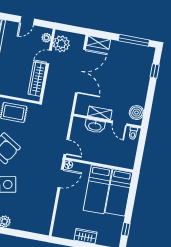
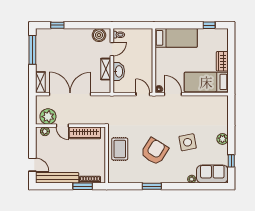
door: (27, 21) -> (32, 165), moved
door: (66, 147) -> (143, 94), hinge flipped
bed: (98, 189) -> (206, 82), moved, turned 180

